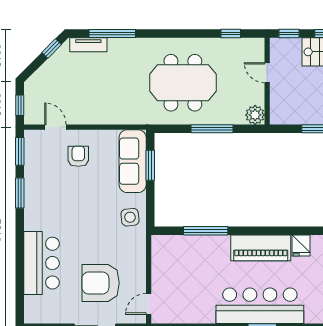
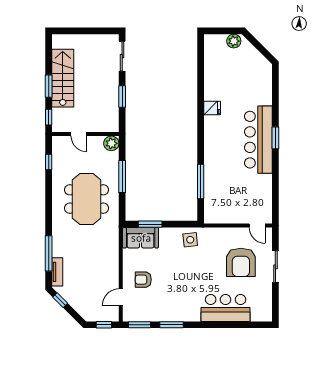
door: (267, 73) -> (79, 134), hinge flipped
sofa: (133, 161) -> (141, 238), width x0.73
piano: (261, 248) -> (214, 139), removed

